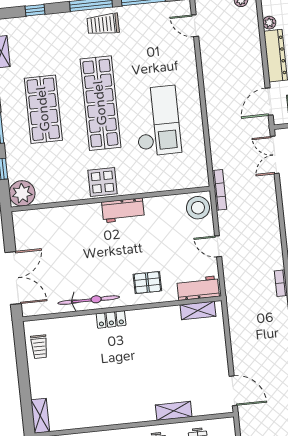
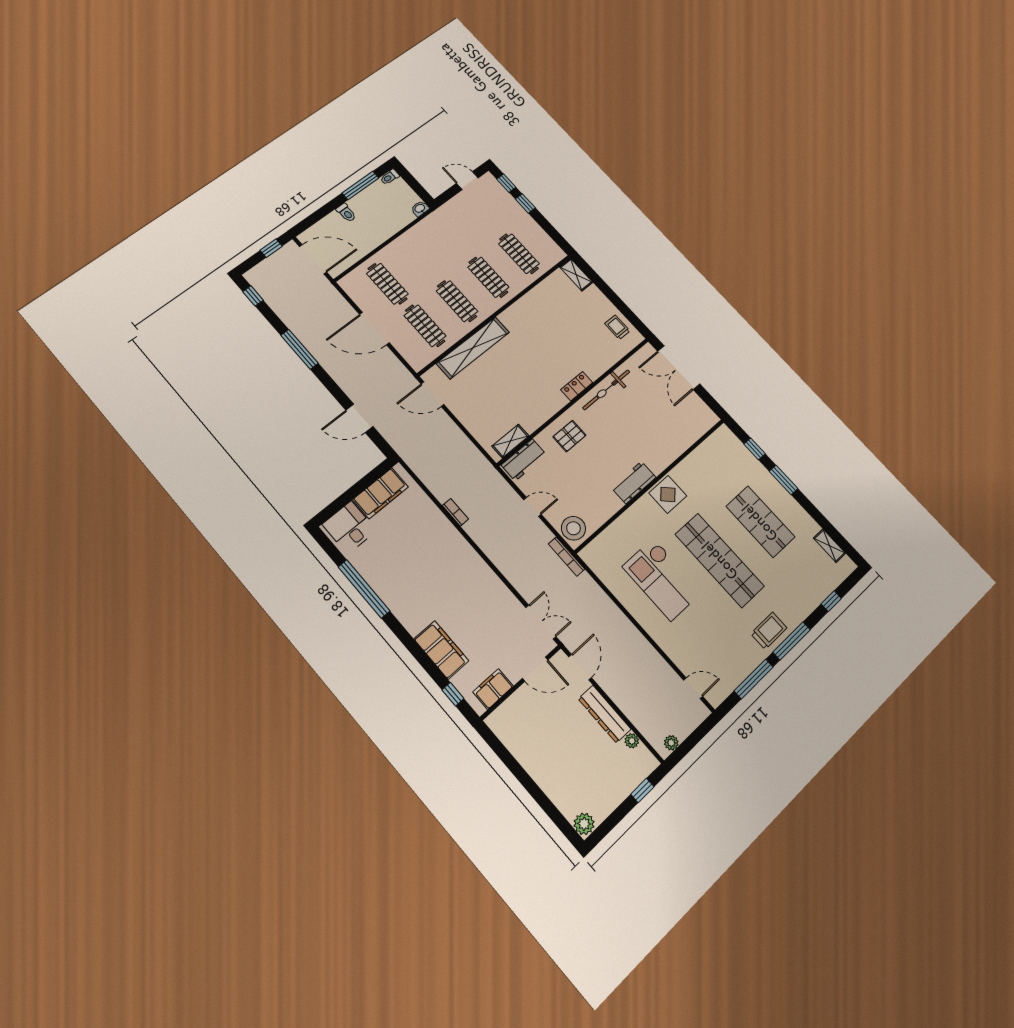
plant: (22, 193) -> (724, 440), removed
shelving: (174, 411) -> (473, 348), width x2.20, depth x1.33

